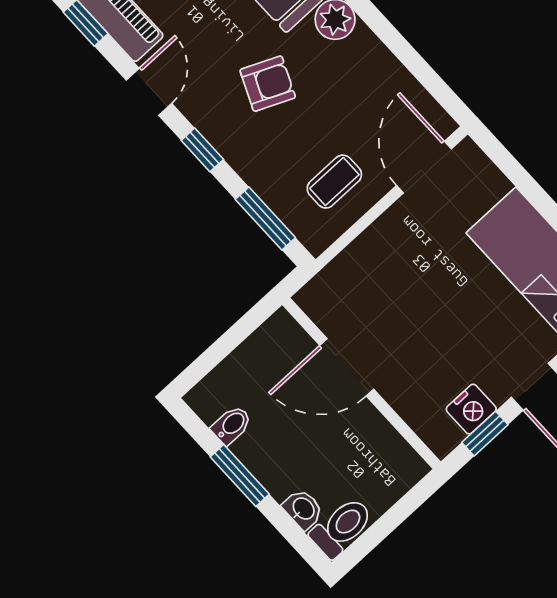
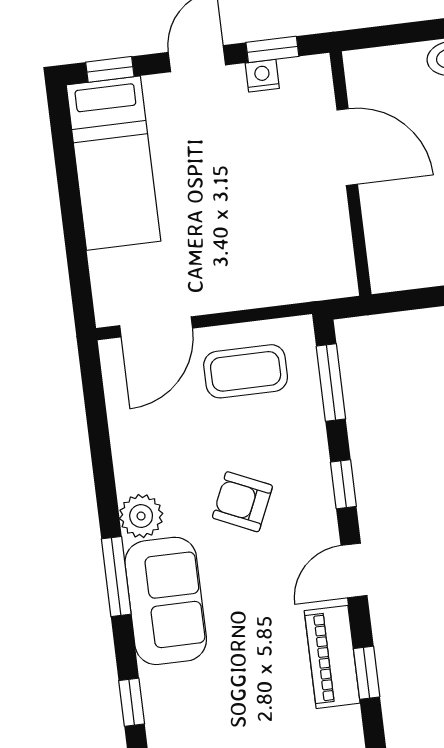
coffee table: (334, 182) -> (246, 371), width x1.36, depth x1.30
door: (347, 367) -> (347, 147), moved
nightstand: (471, 409) -> (262, 76), width x0.72, depth x0.74

